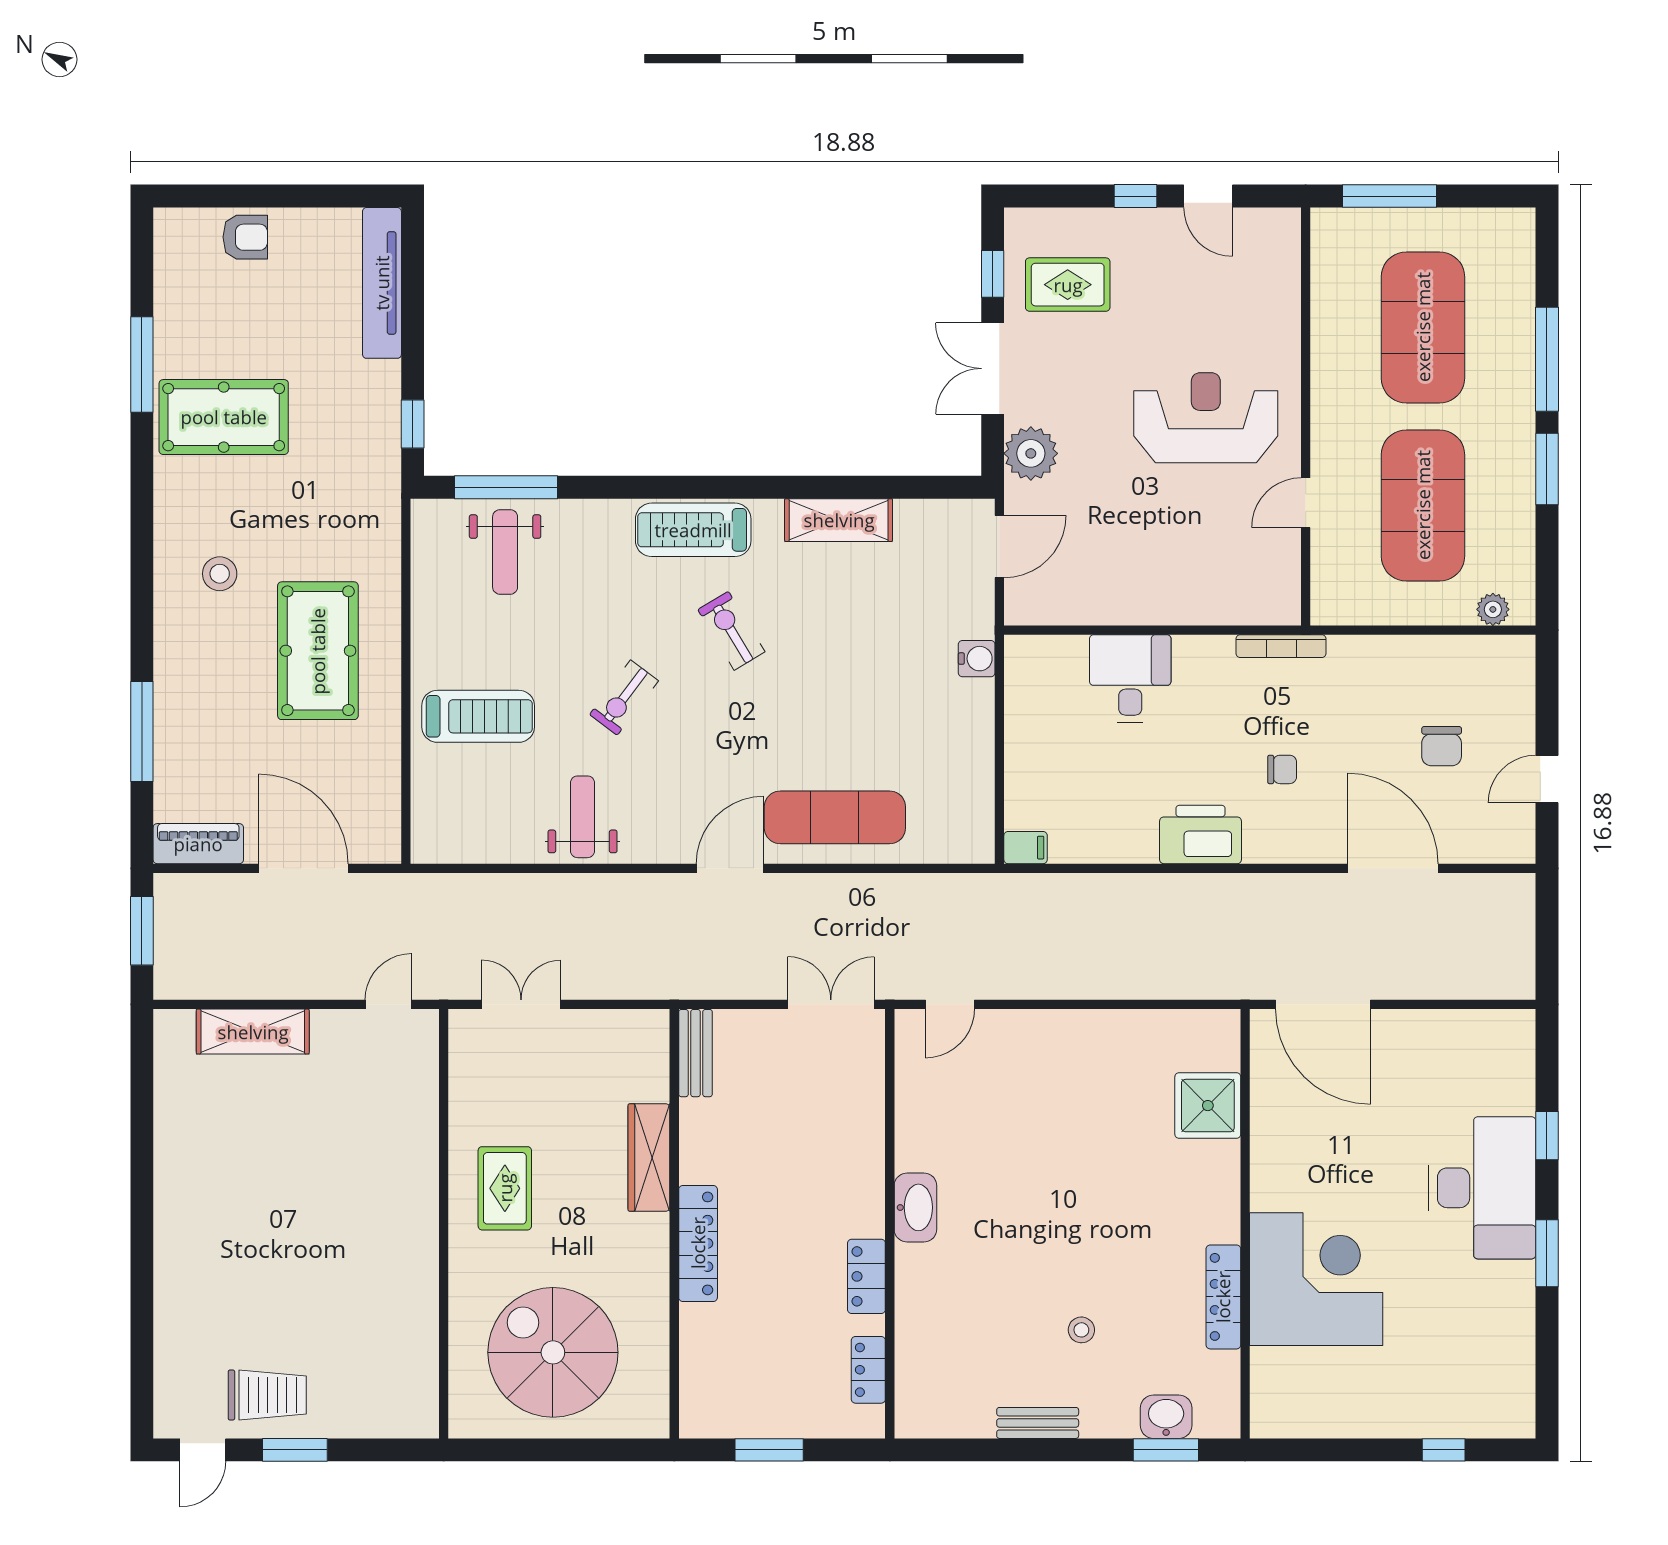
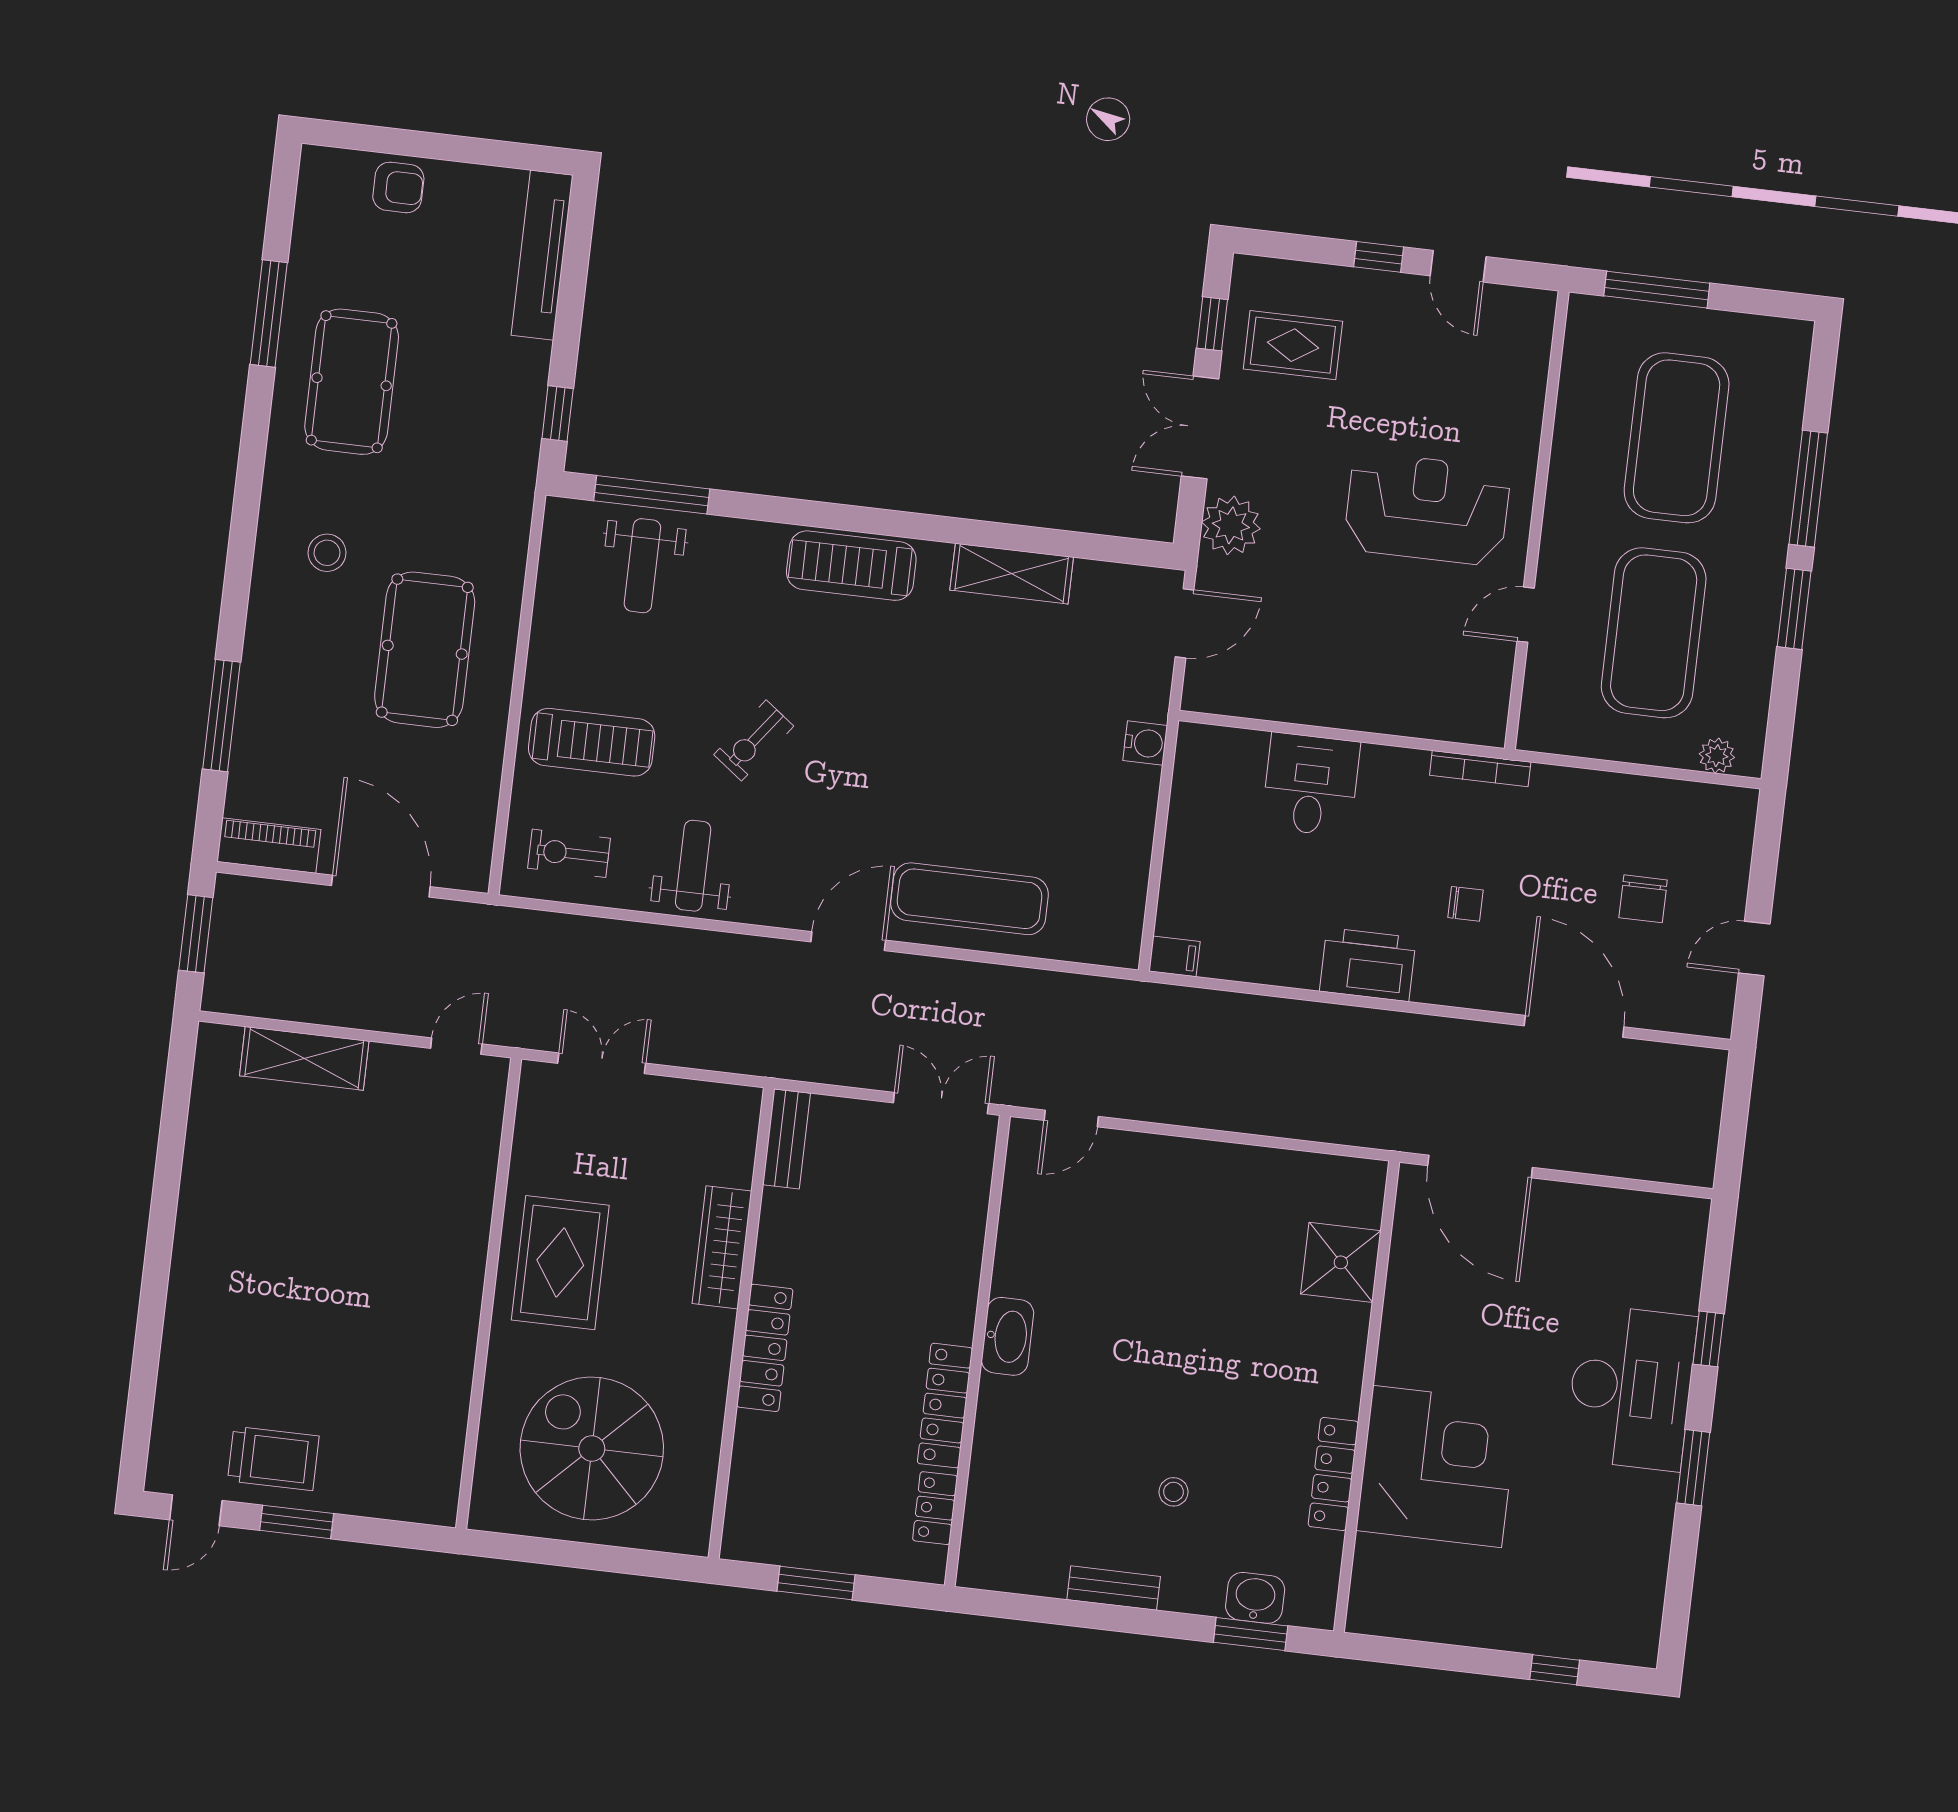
pool table: (224, 417) -> (352, 382), turned 90
exercise bike: (731, 631) -> (569, 853), moved, turned -59
rug: (505, 1188) -> (560, 1263), width x1.36, depth x1.43
locker: (866, 1276) -> (945, 1406), width x1.53

